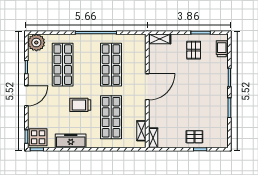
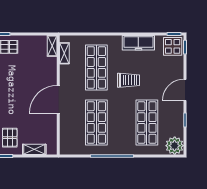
shelving: (160, 39) -> (34, 149), moved

